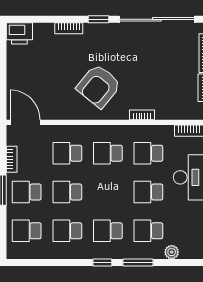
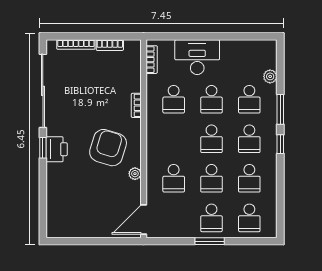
bookcase: (69, 28) -> (52, 177), removed
printer: (19, 33) -> (57, 149), moved
armchair: (99, 86) -> (108, 148), turned -112
plant: (72, 114) -> (135, 174), added
school desk: (108, 153) -> (211, 139), moved
bookcase: (12, 159) -> (179, 233), removed

